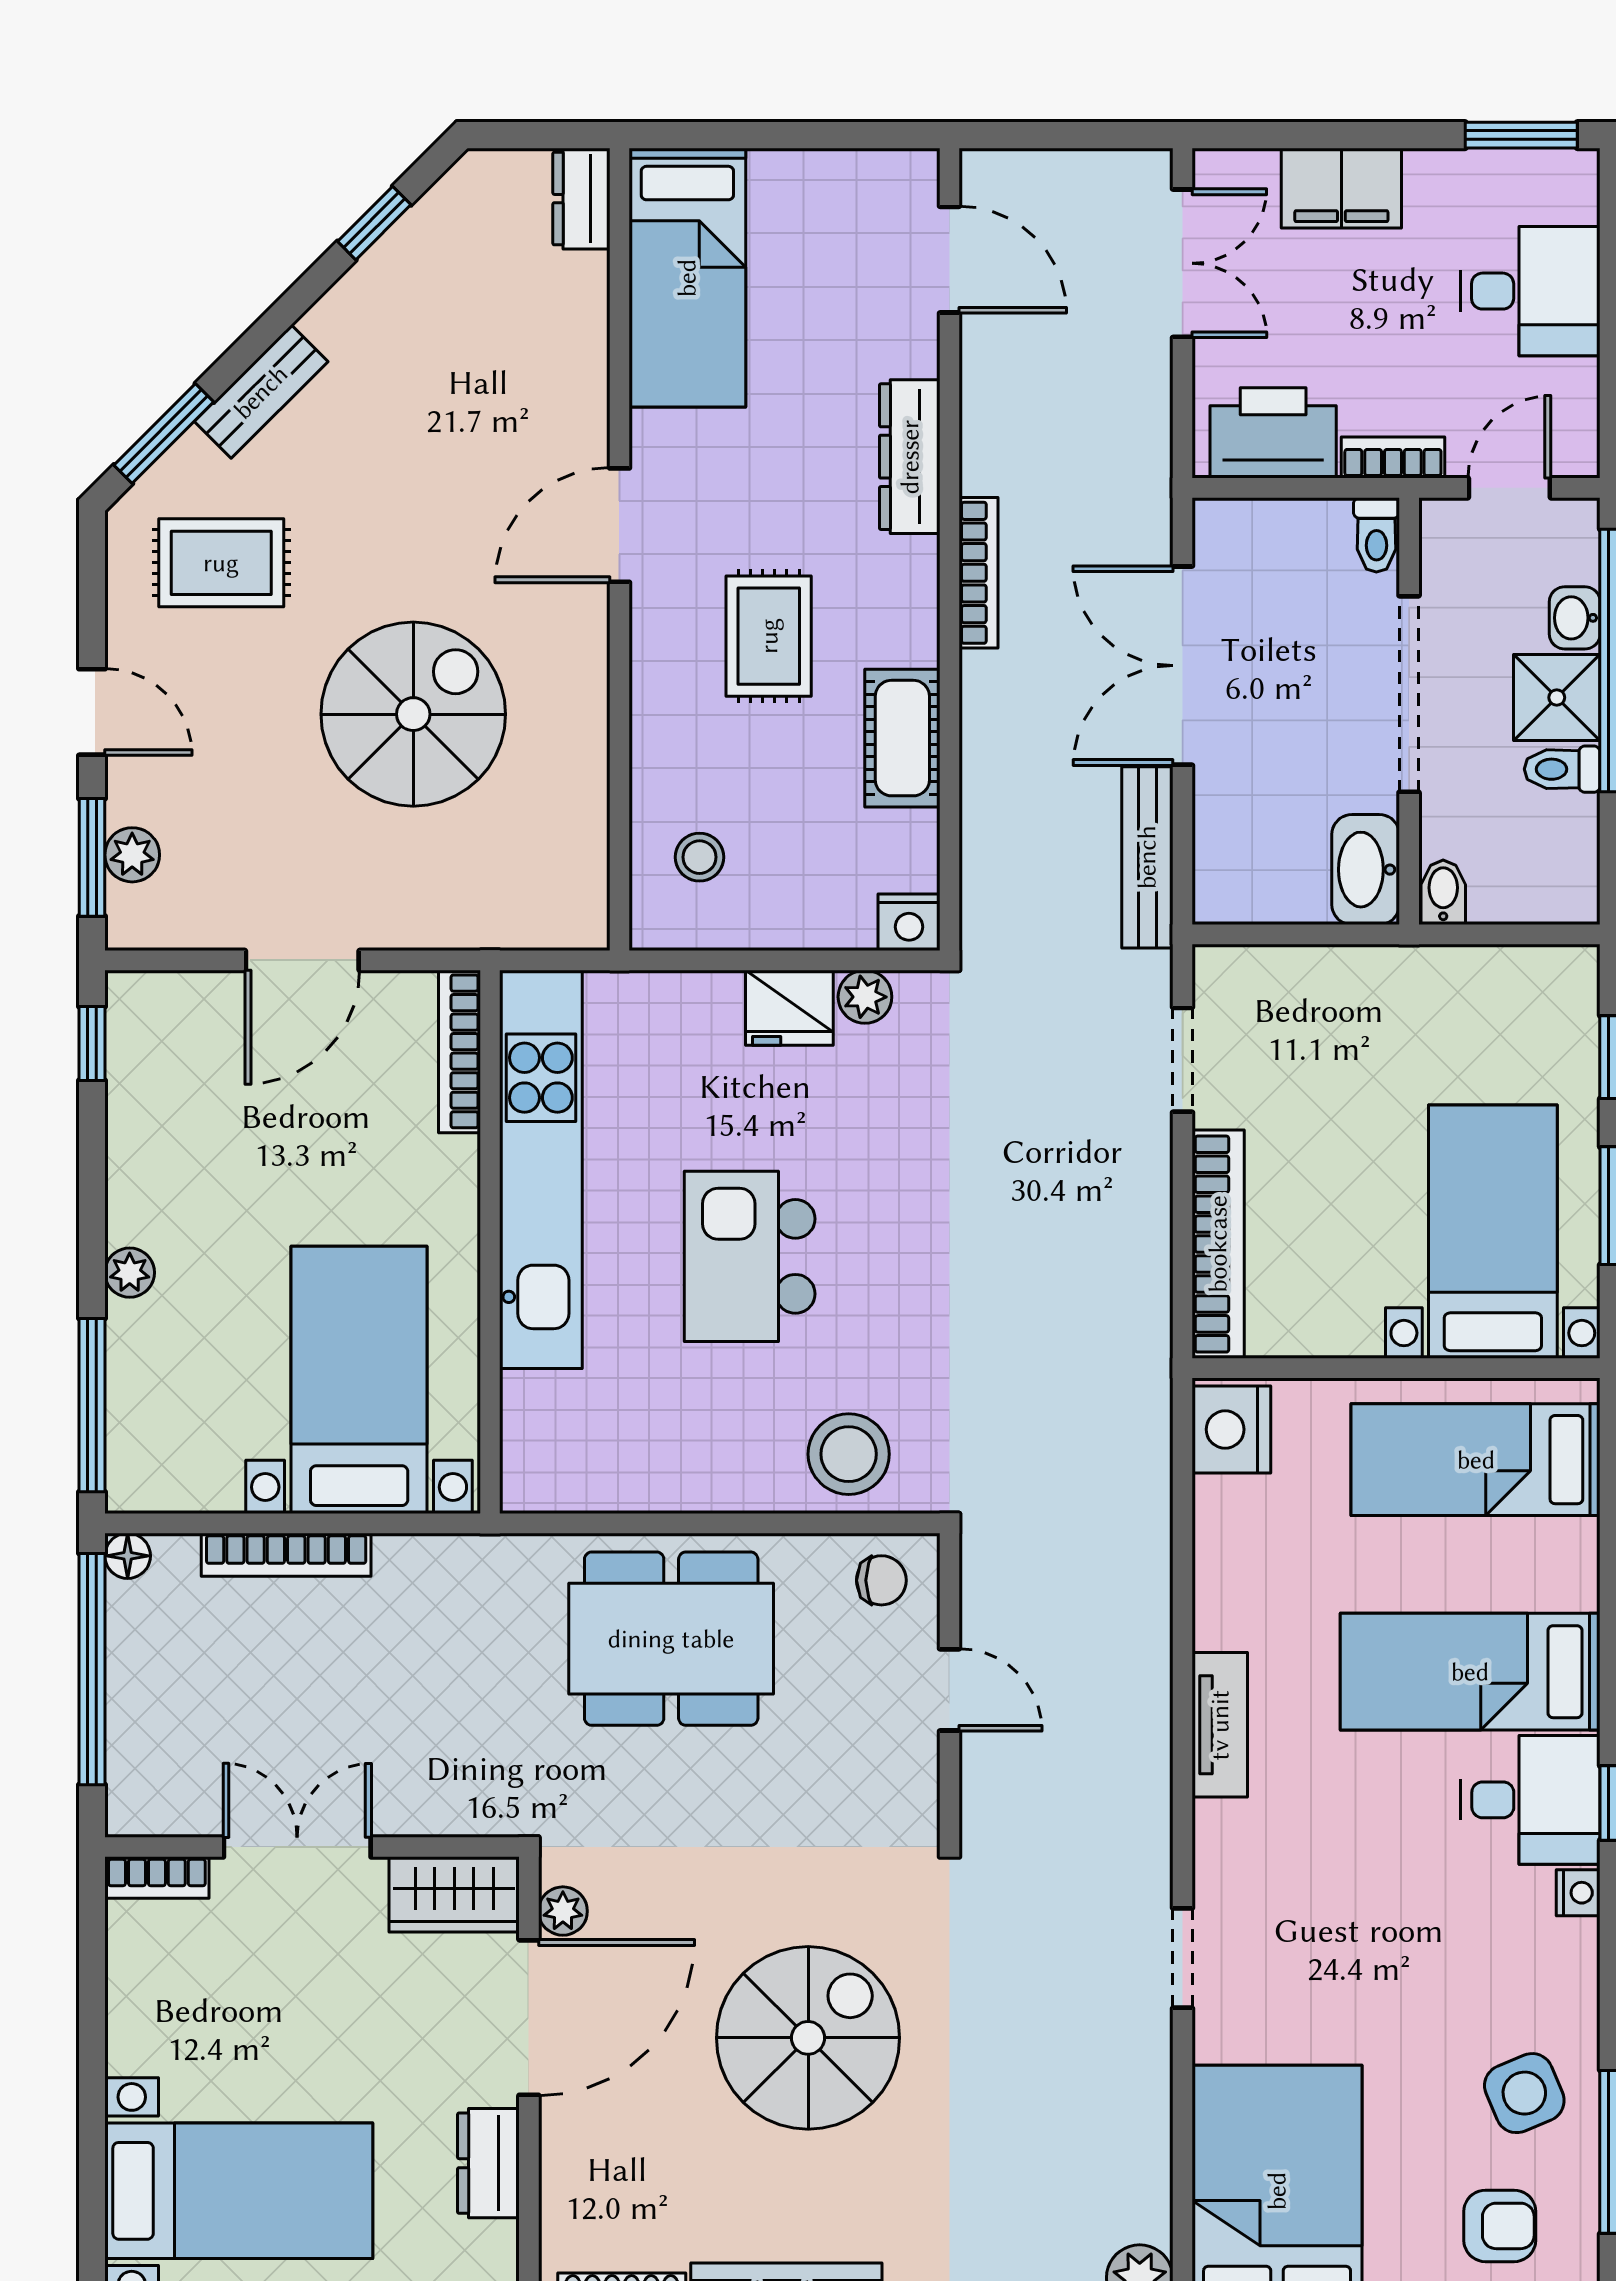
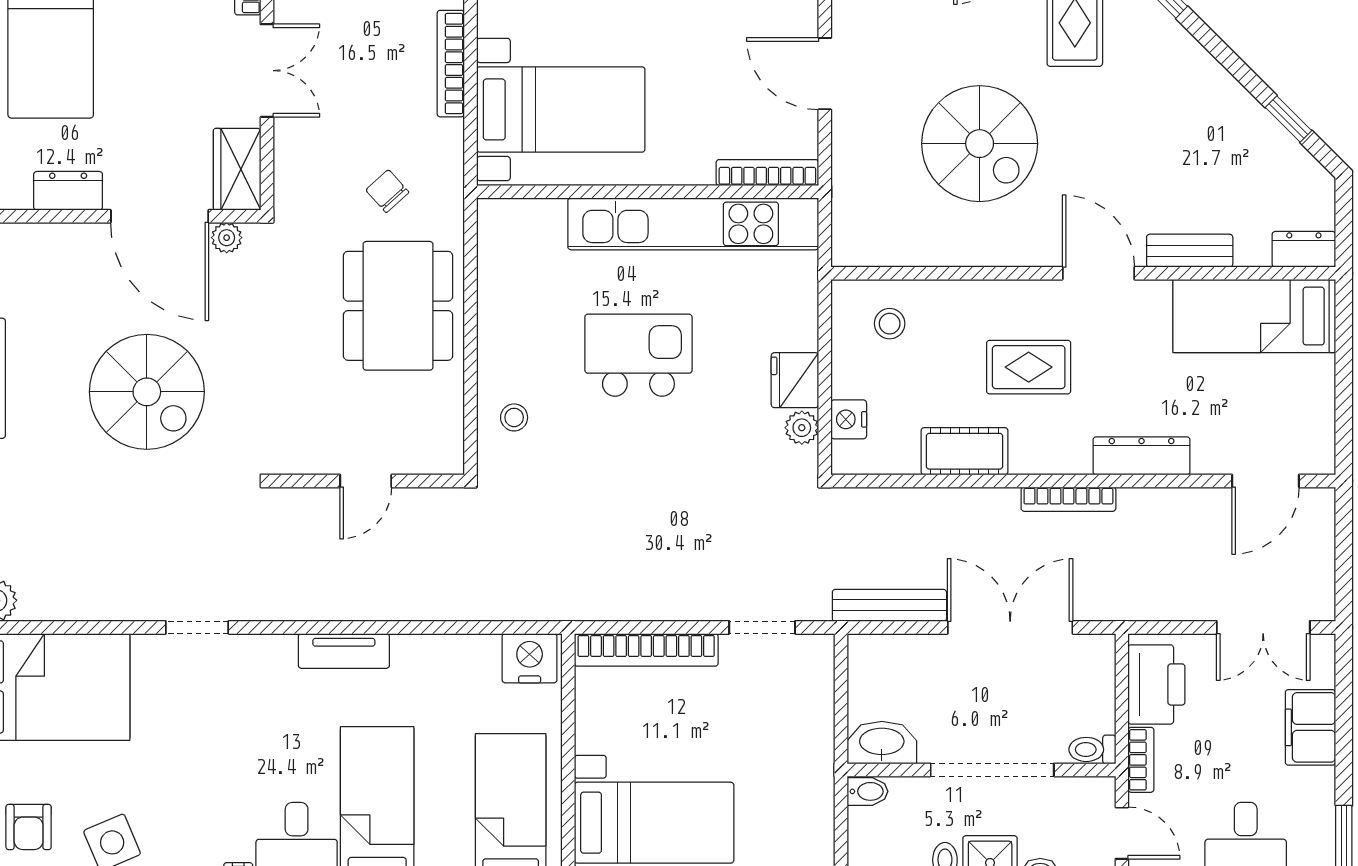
bench: (261, 392) -> (1190, 251), moved, turned -45
nightstand: (909, 922) -> (849, 419), moved
stool: (849, 1454) -> (514, 417), width x0.53, depth x0.53
chair: (881, 1580) -> (387, 191), moved, turned 138

